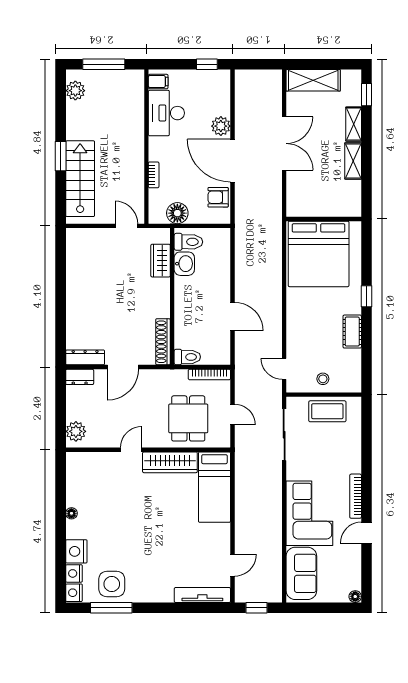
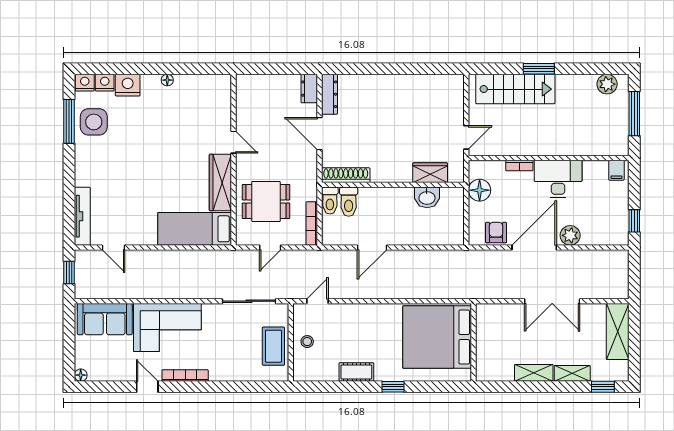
desk: (166, 113) -> (558, 179), moved
toilet: (188, 242) -> (349, 202), moved
plant: (76, 431) -> (252, 85), removed

